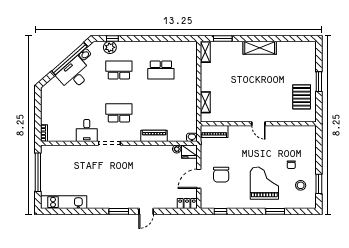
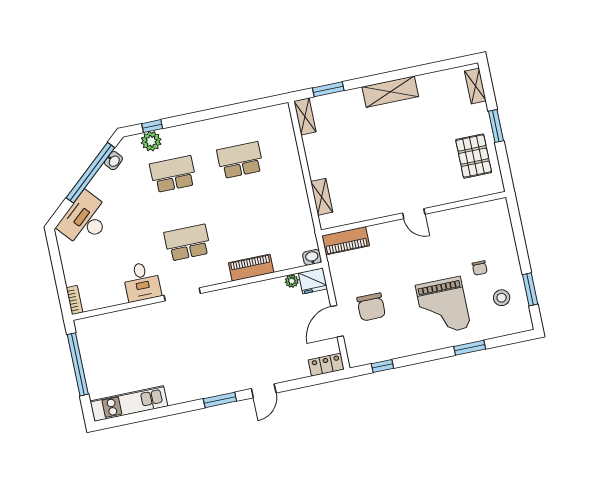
shelving: (311, 55) -> (475, 86), added
school desk: (161, 70) -> (240, 160), turned 180
desk: (74, 74) -> (85, 220), moved
grand piano: (264, 183) -> (443, 306), turned 180

